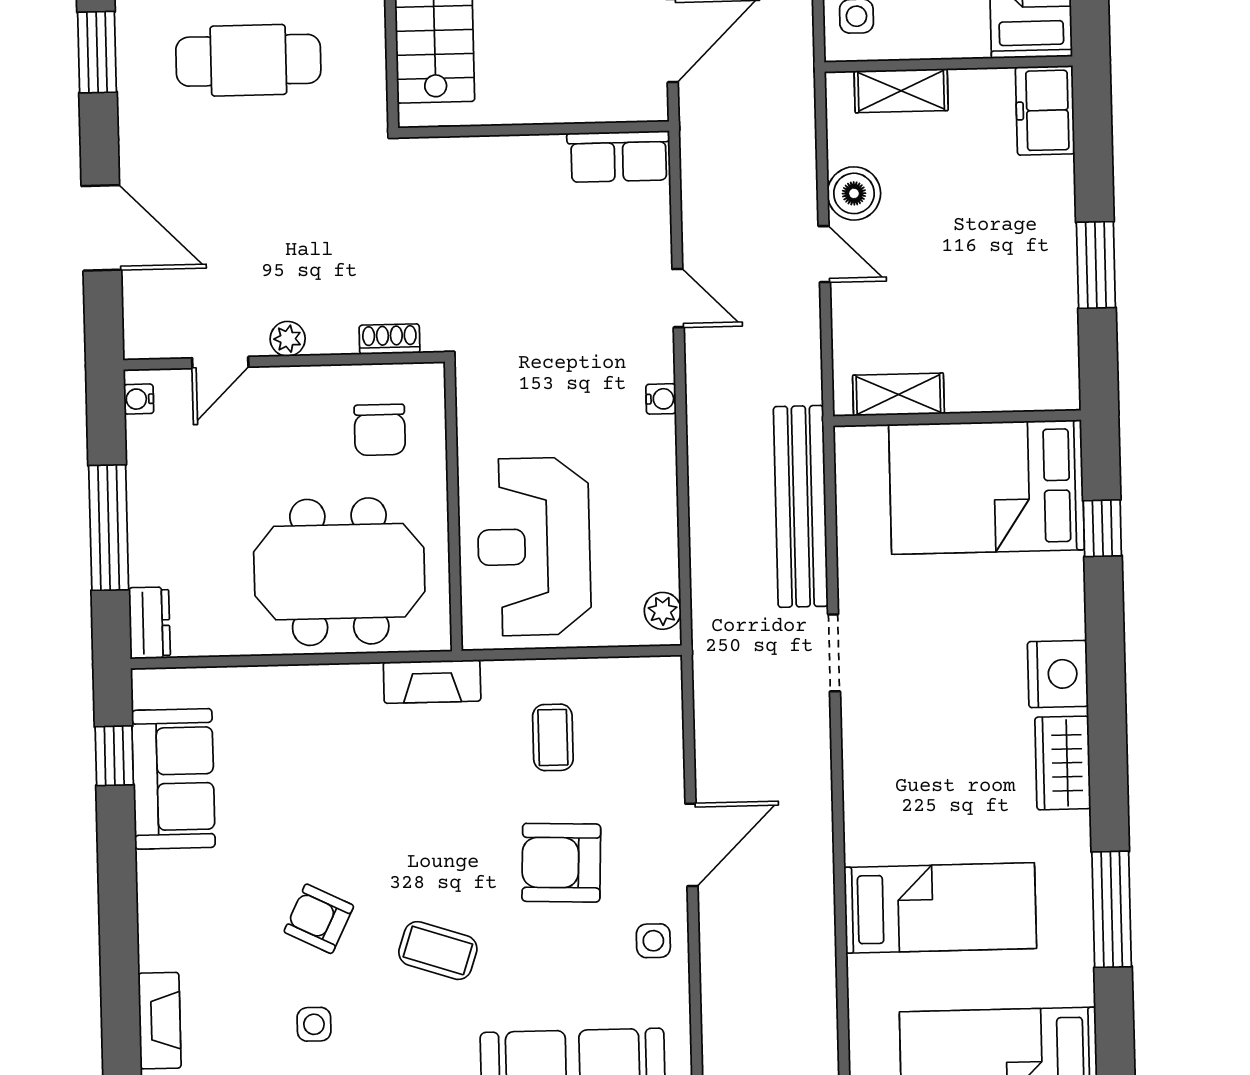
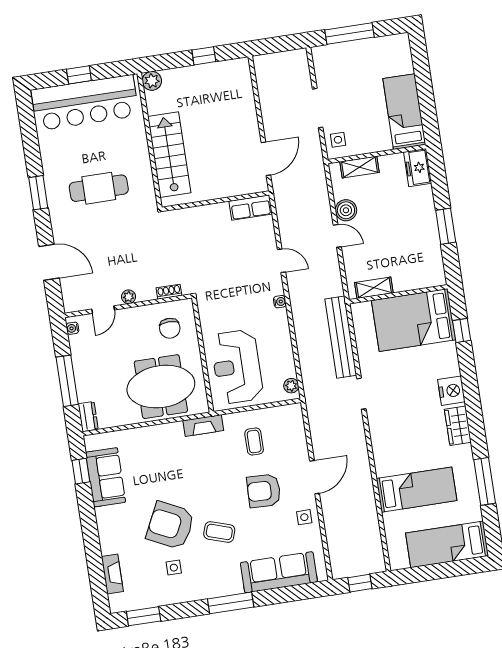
armchair: (319, 919) -> (170, 525), width x1.88, depth x1.88

